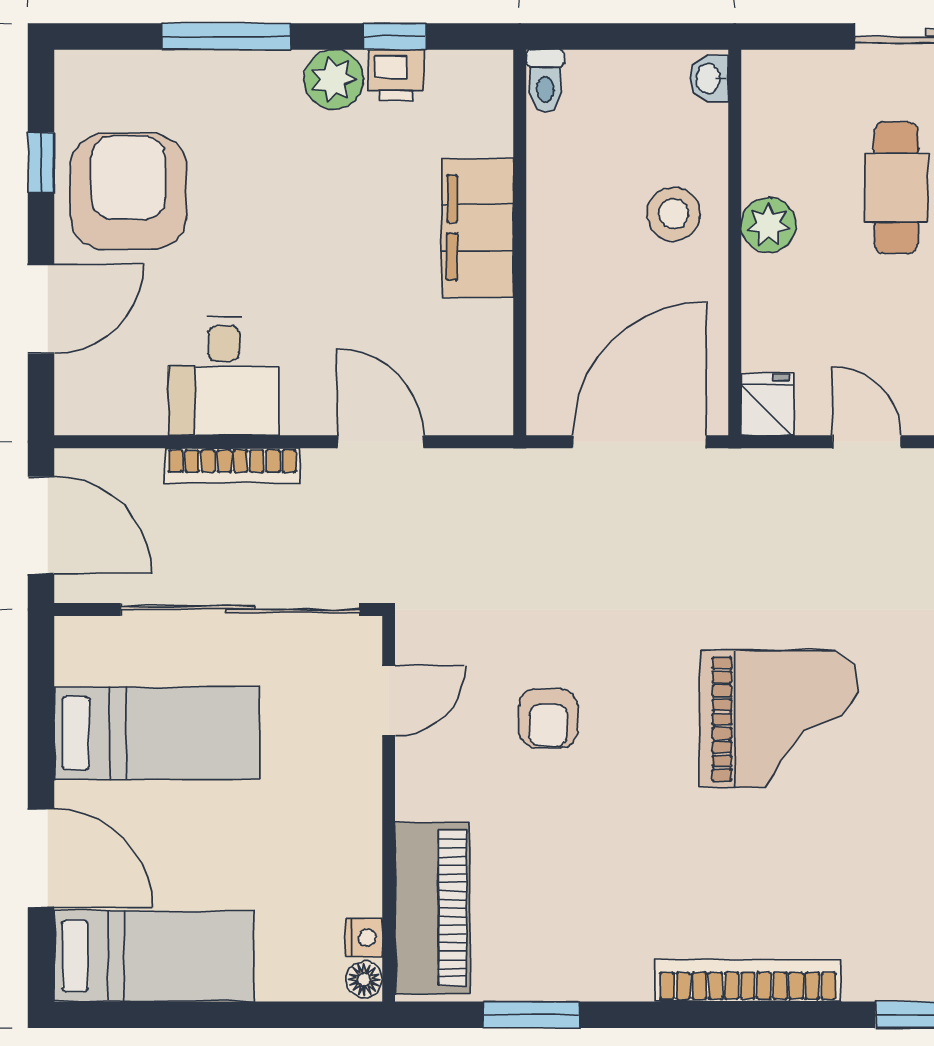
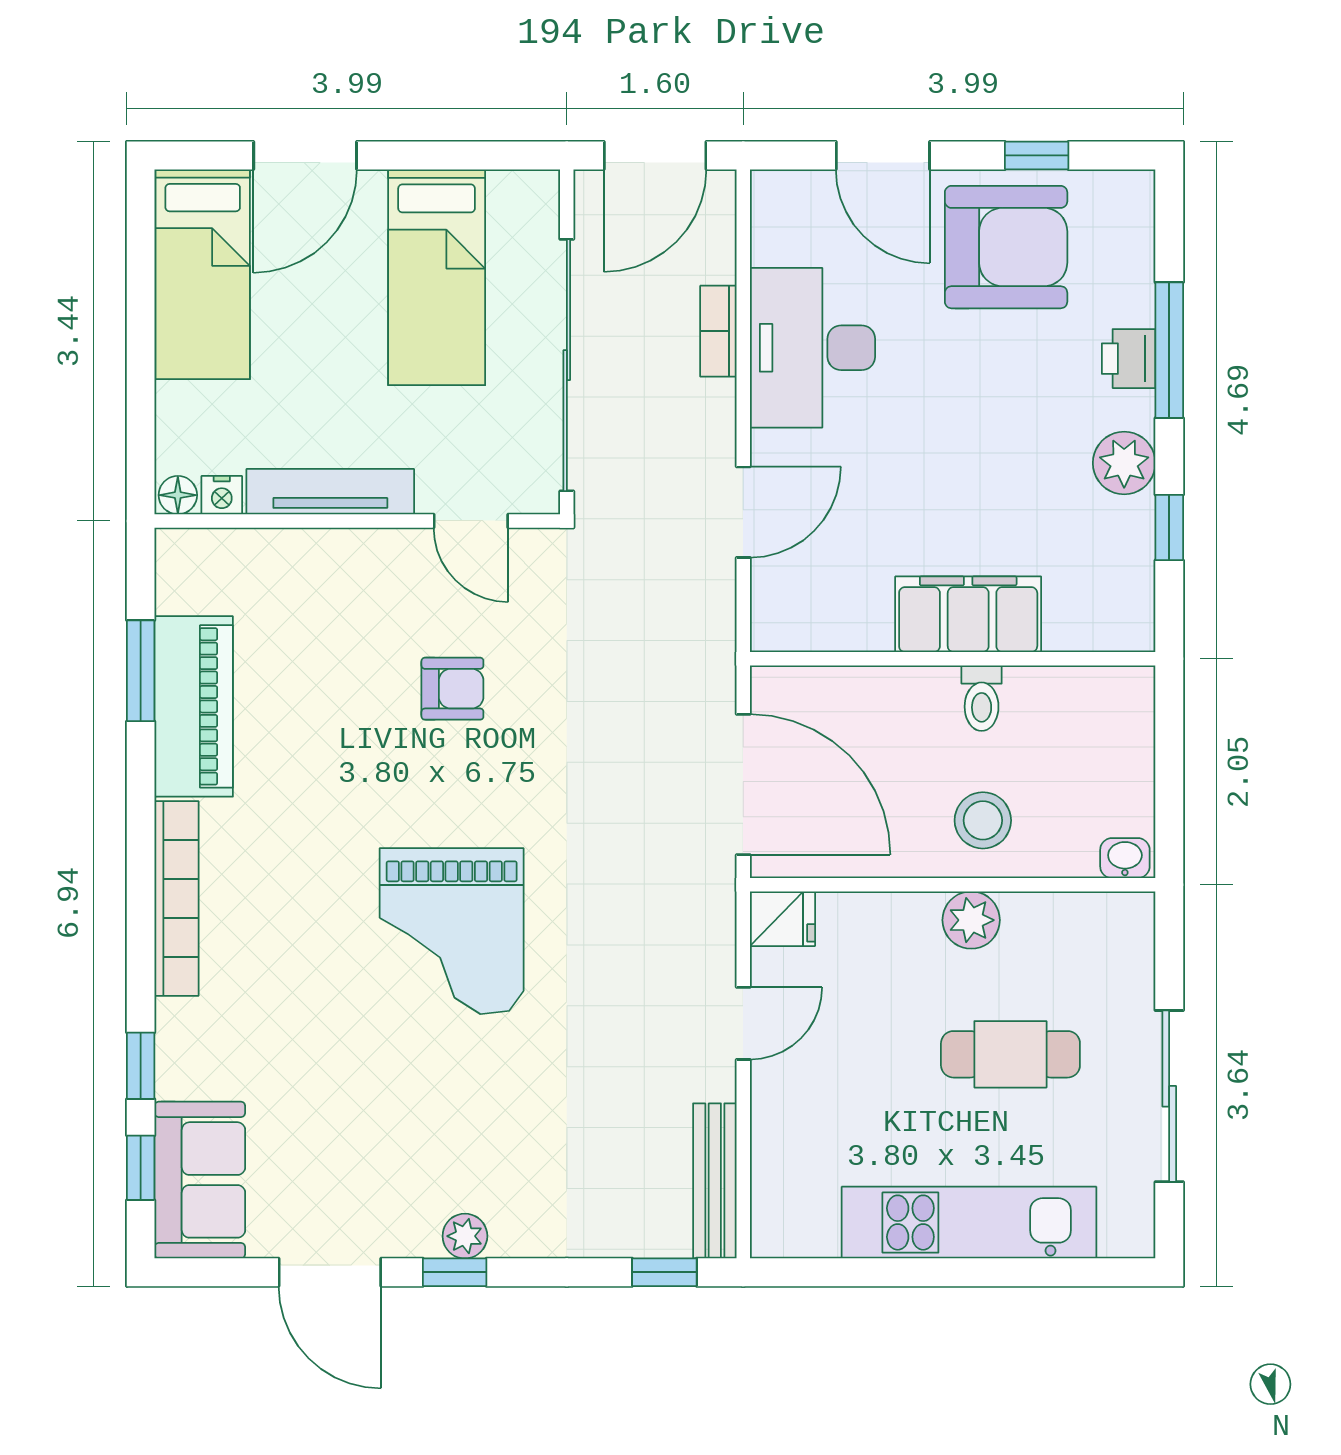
printer: (396, 75) -> (1129, 359), moved
toilet: (545, 81) -> (982, 698), moved, turned -90
desk: (224, 376) -> (812, 348), width x1.37
bookcase: (232, 465) -> (718, 331), width x0.64
armchair: (548, 718) -> (452, 689), turned 180
tv unit: (361, 834) -> (330, 492), added
piano: (432, 908) -> (194, 706), moved, turned -90

